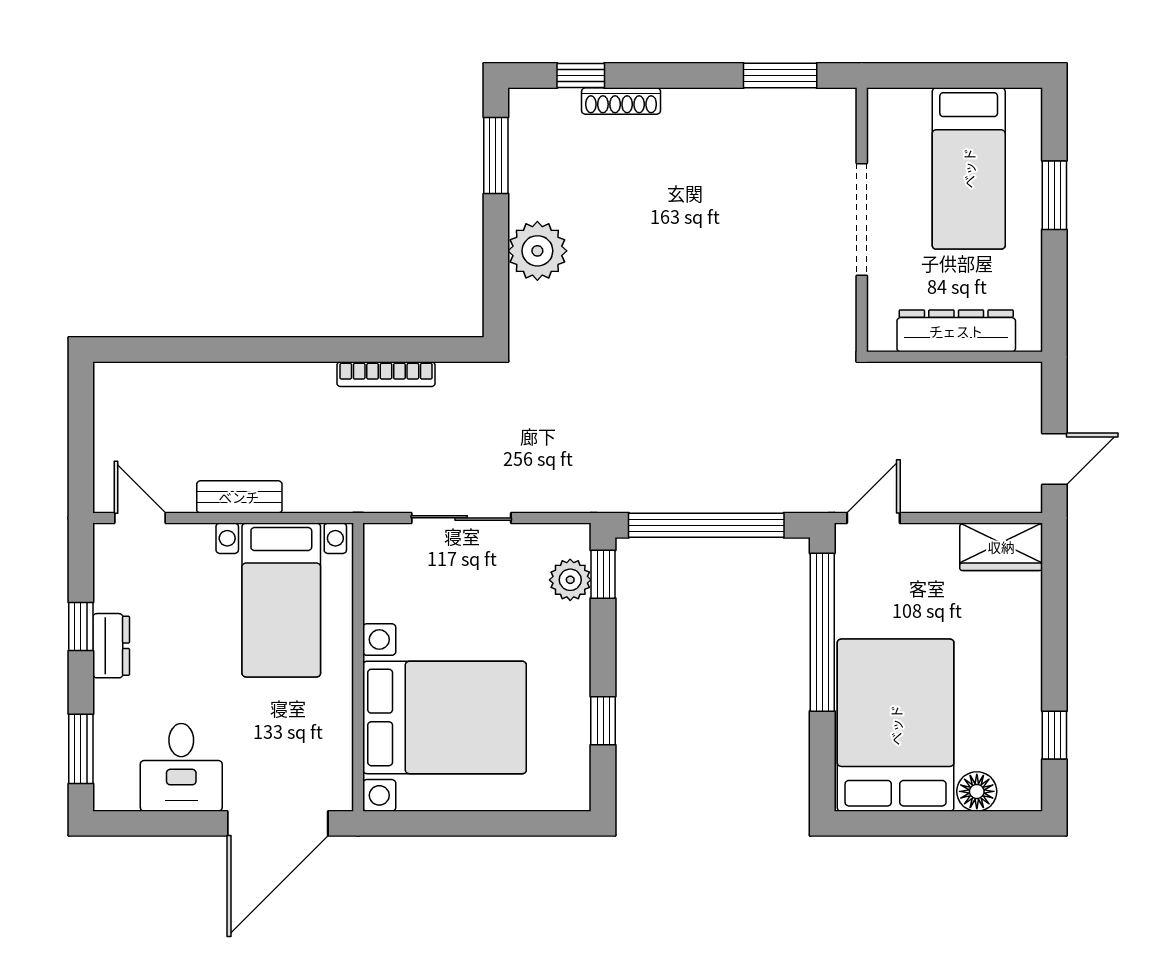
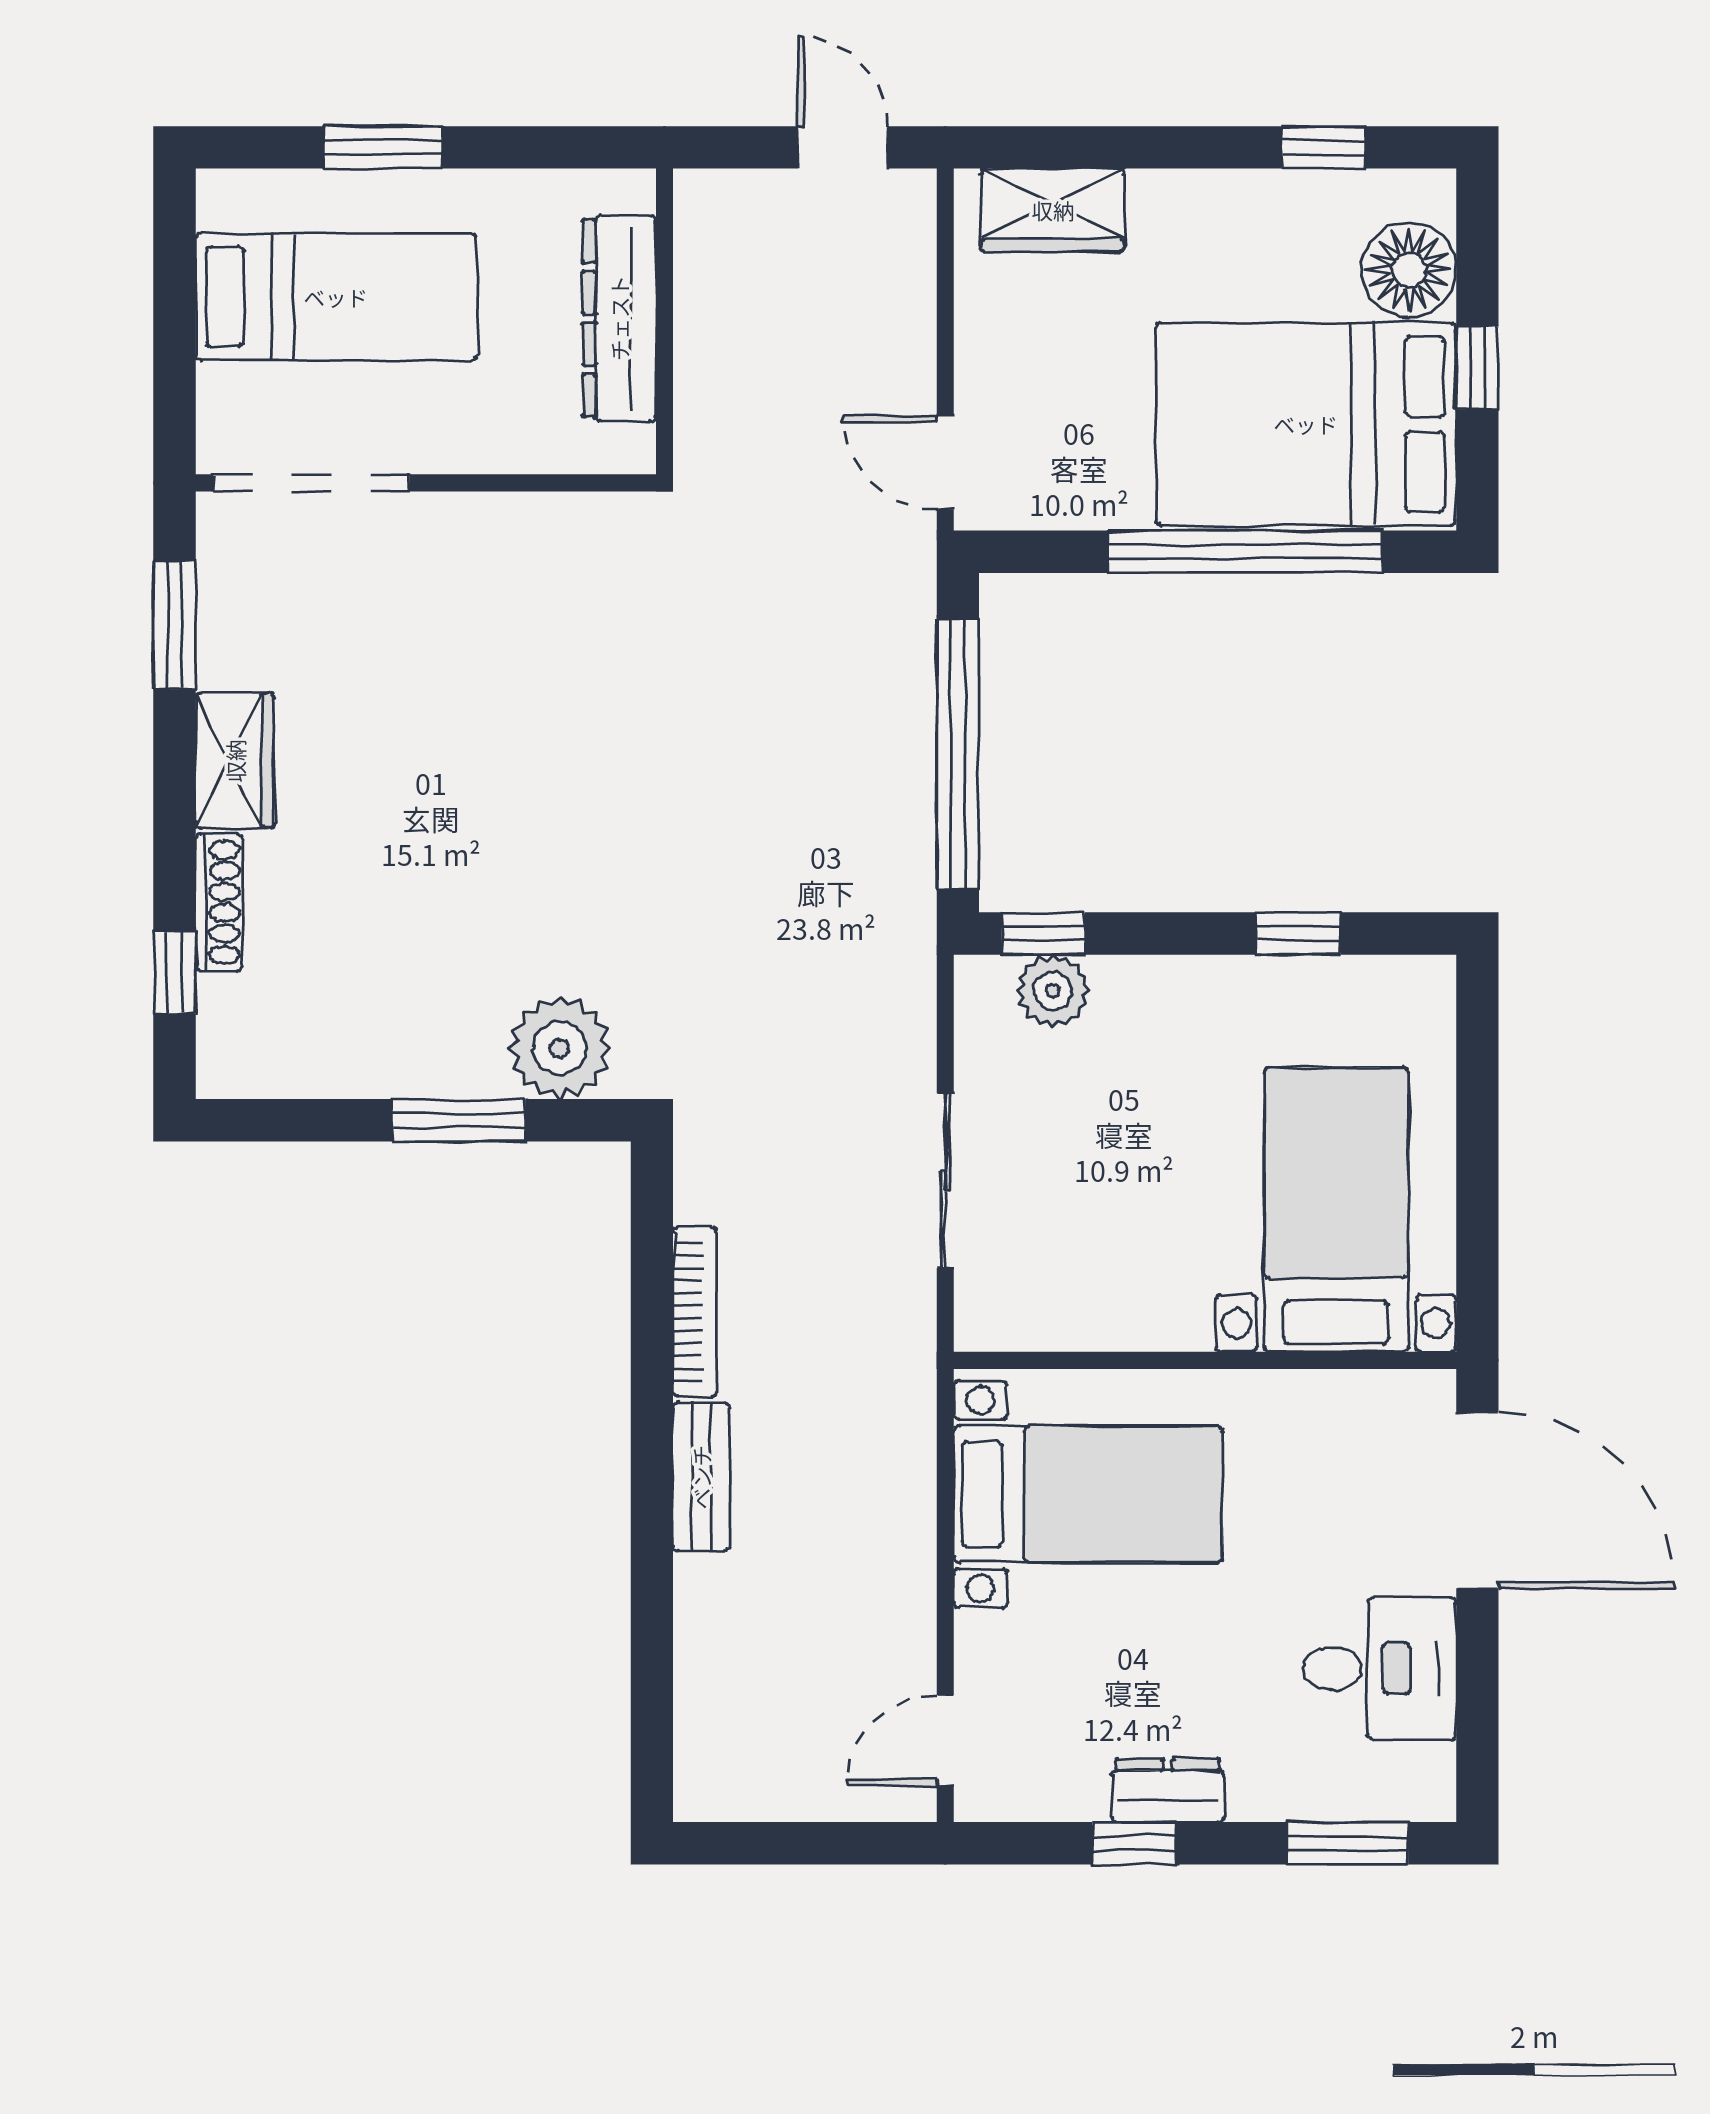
wardrobe: (702, 110) -> (235, 761), added
window: (496, 155) -> (459, 1120), moved
doorway: (862, 219) -> (311, 483), moved
plant: (537, 251) -> (560, 1048), moved
bench: (239, 497) -> (701, 1477), moved
wardrobe: (1001, 547) -> (1053, 210), moved, turned 90
window: (822, 632) -> (1245, 552), moved
bed with nightstands: (445, 717) -> (1336, 1210), width x0.73
floor lamp: (977, 791) -> (1409, 270), width x1.38, depth x1.38
window: (928, 823) -> (1477, 368), added

